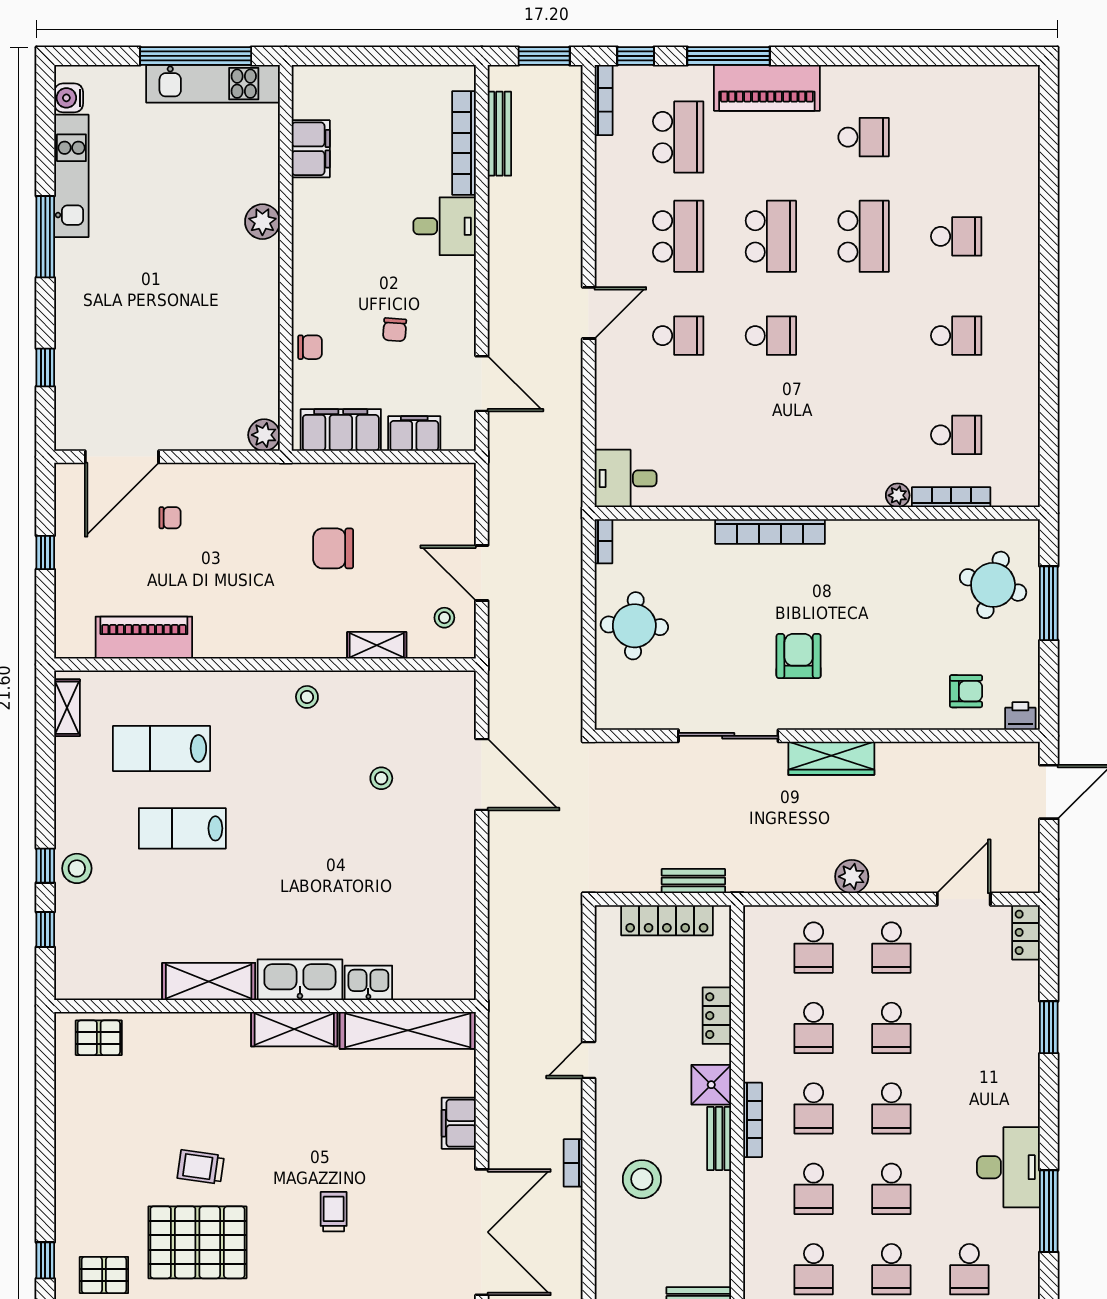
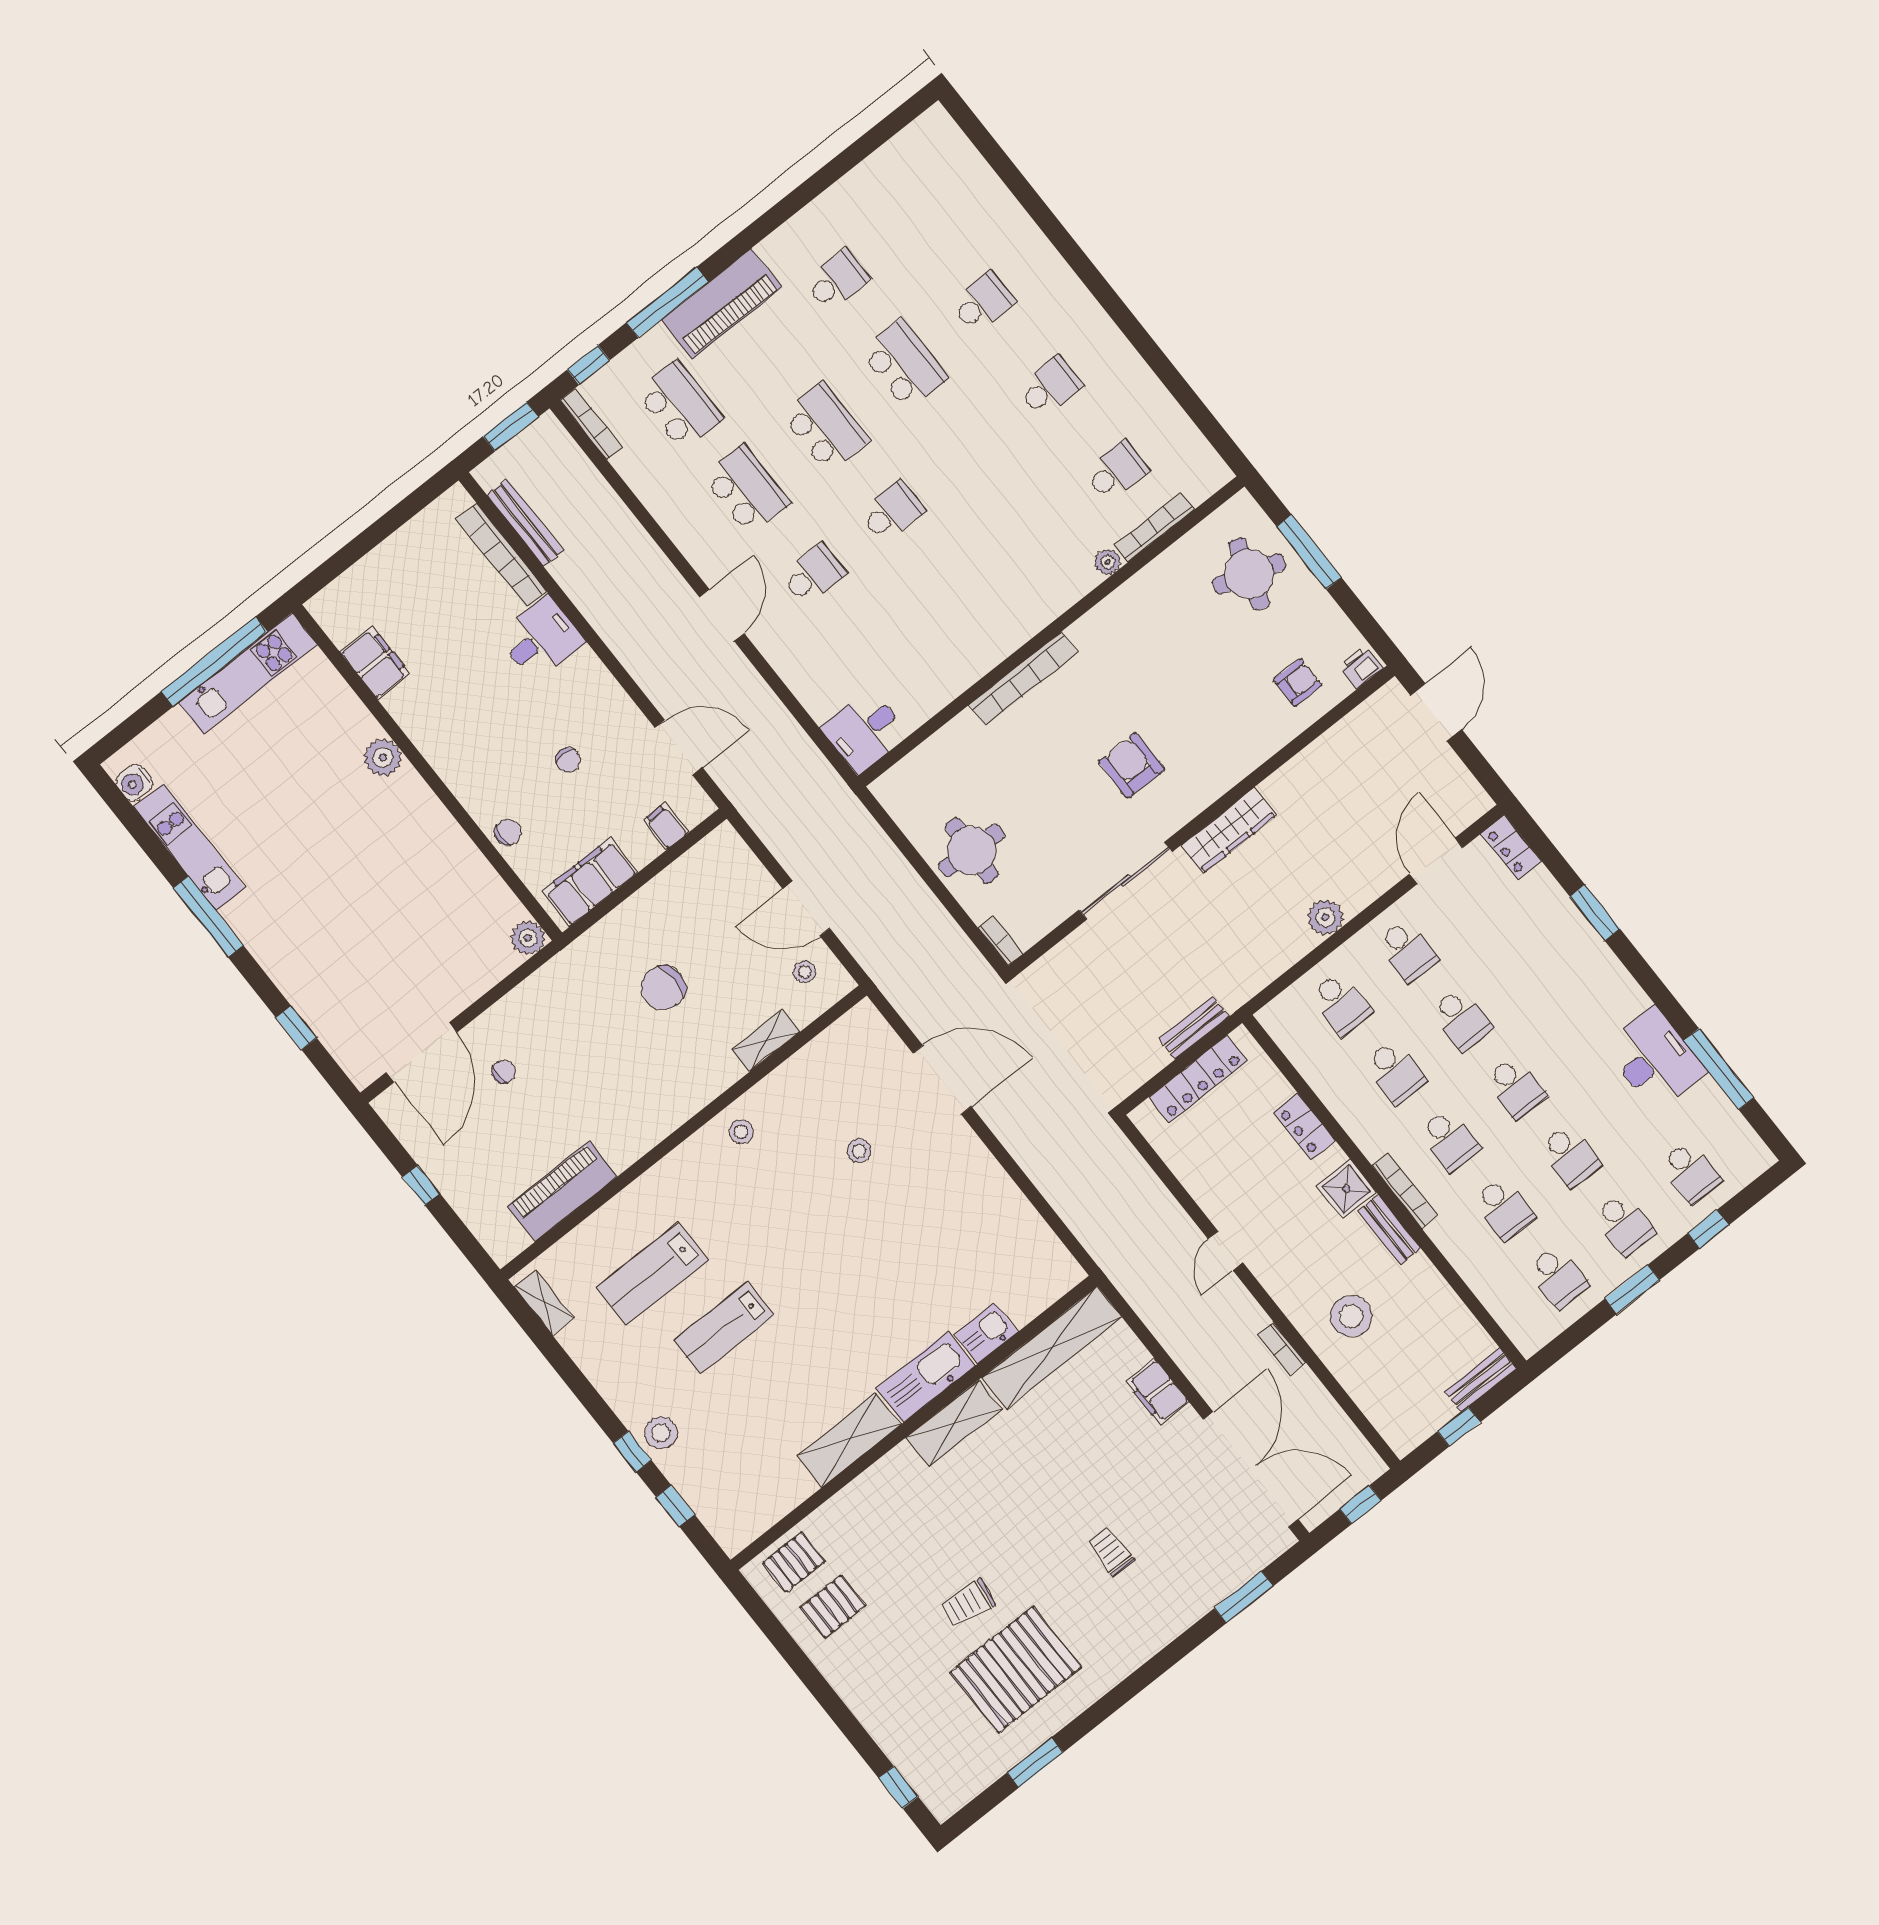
filing cabinet: (414, 433) -> (666, 826), width x0.50
bookcase: (603, 541) -> (1000, 941), moved
pallet: (104, 1275) -> (833, 1606), moved

